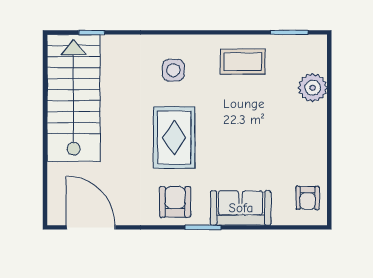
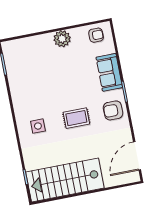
coffee table: (243, 62) -> (25, 87), removed
plant: (313, 88) -> (62, 39), moved
rug: (174, 138) -> (76, 118), width x0.73, depth x0.70

